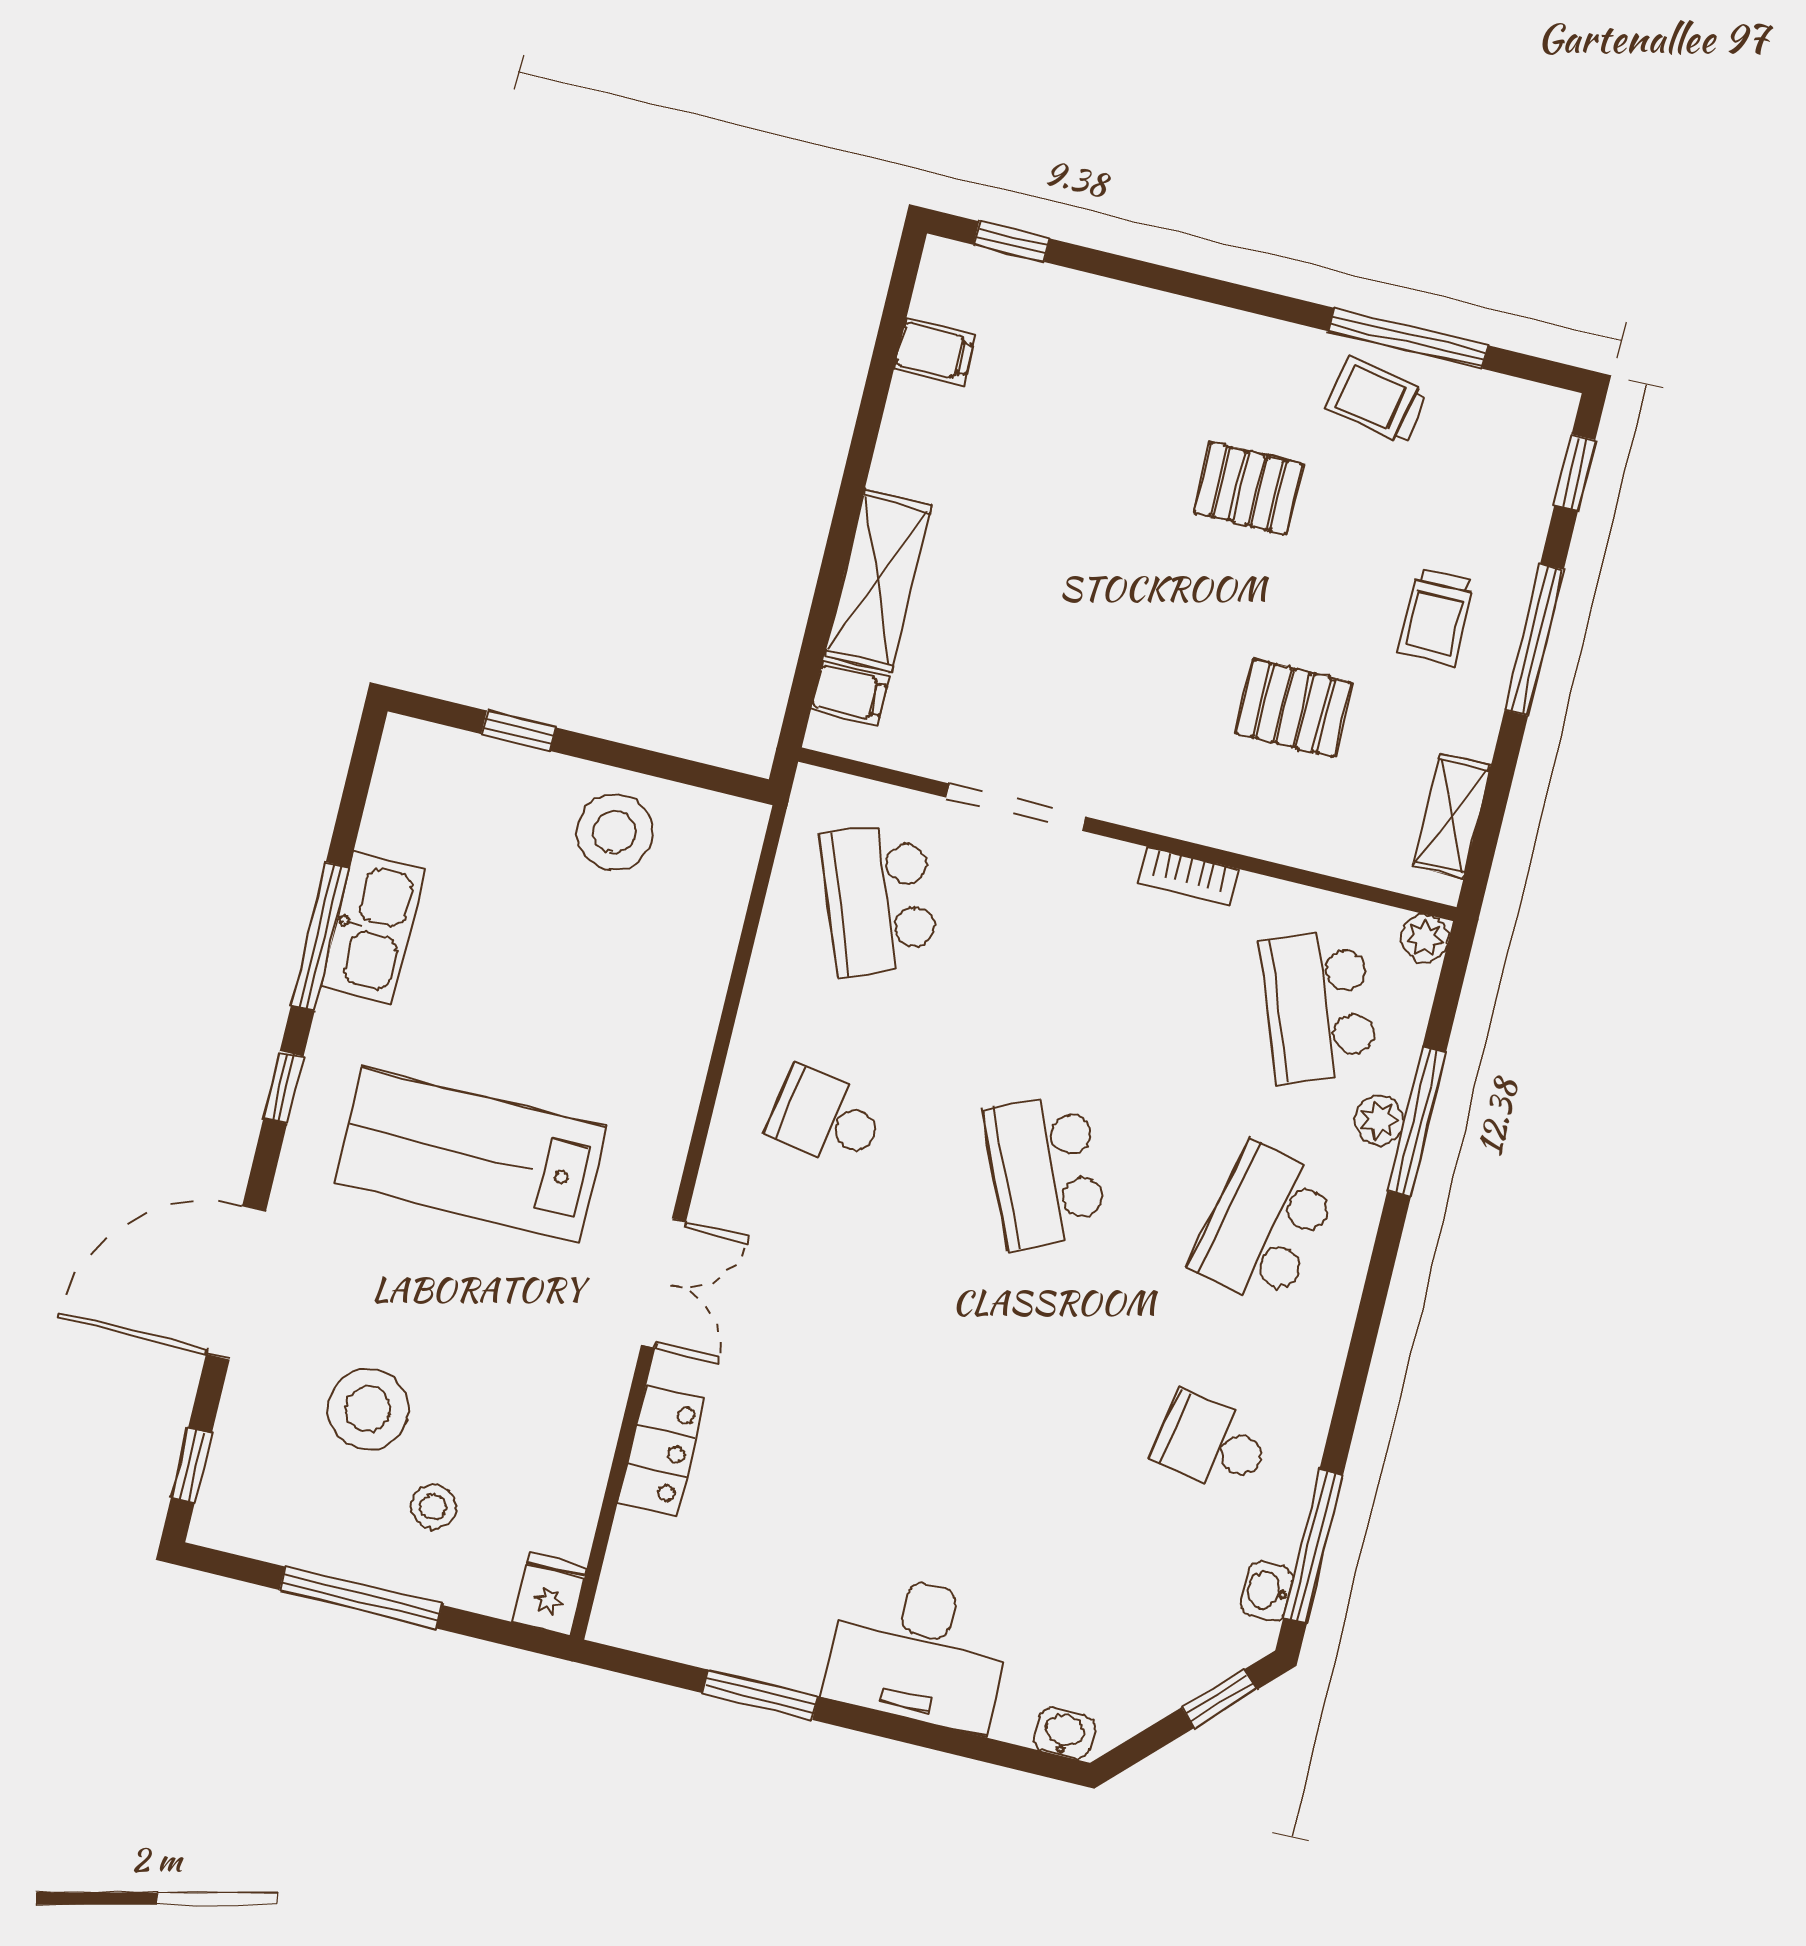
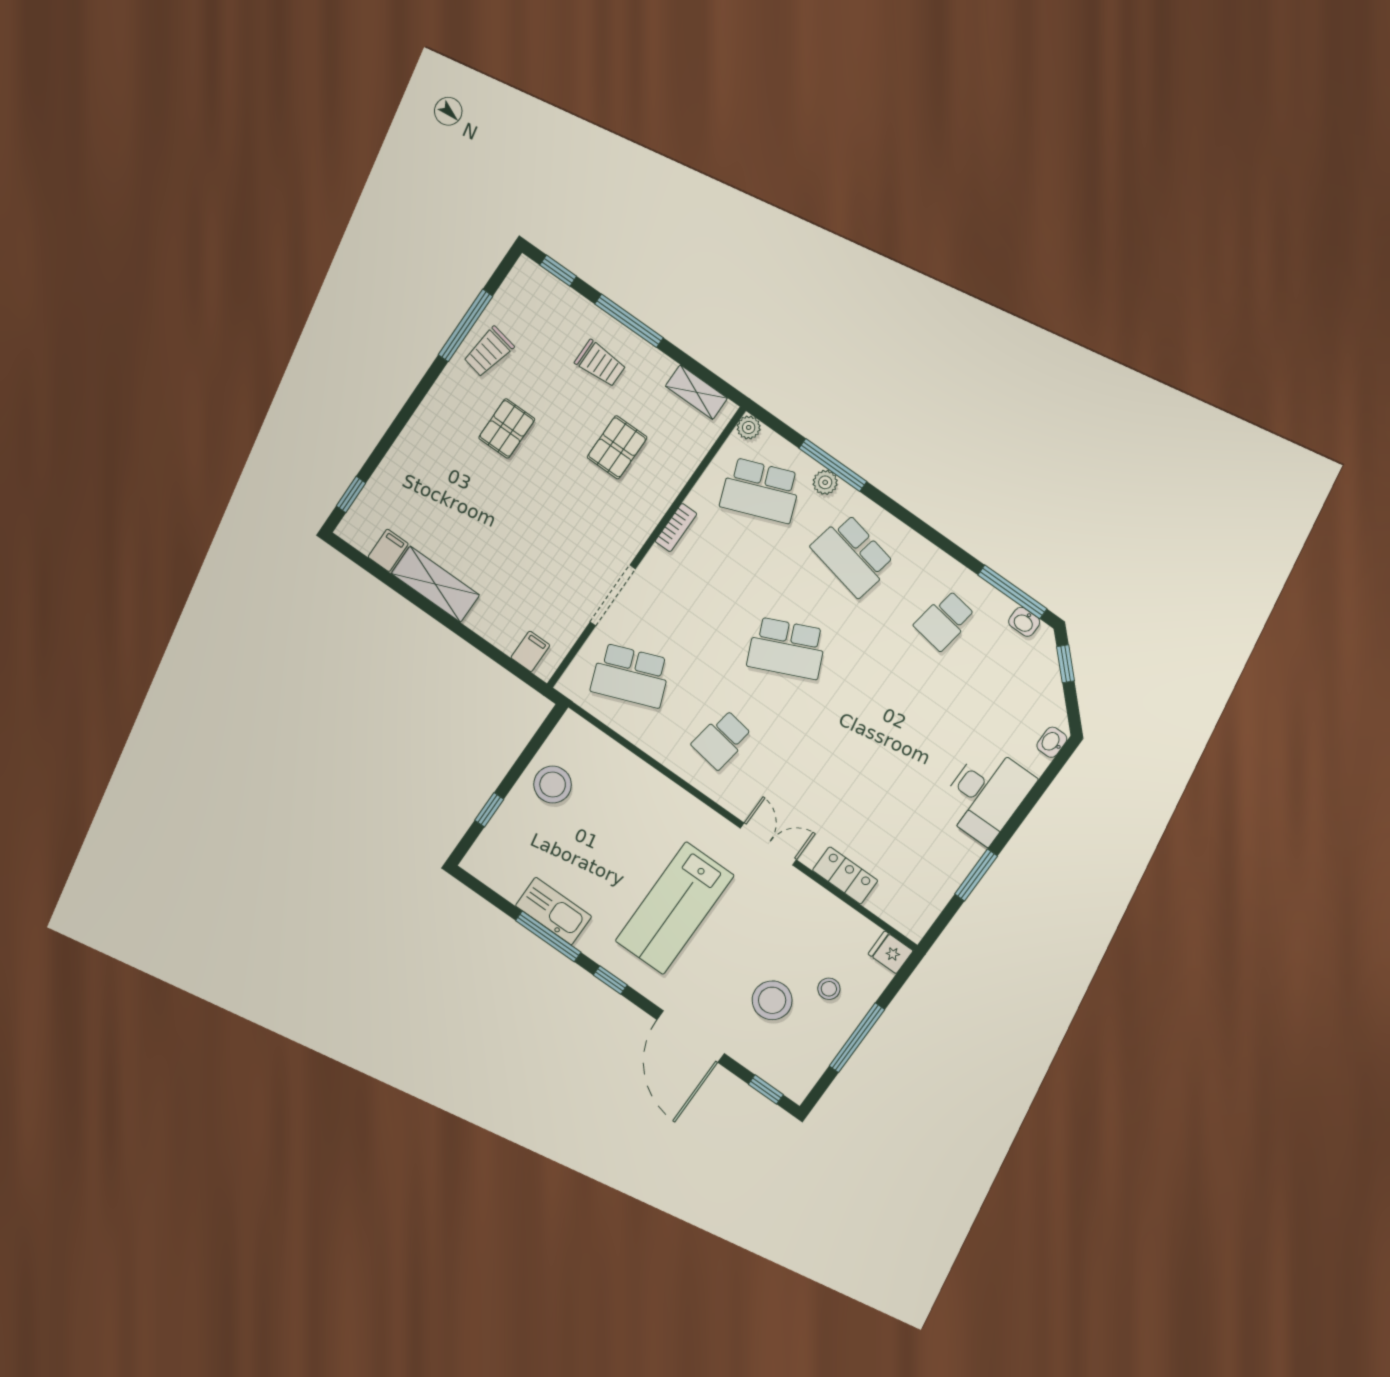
shelving: (878, 580) -> (435, 584), moved

